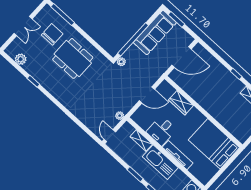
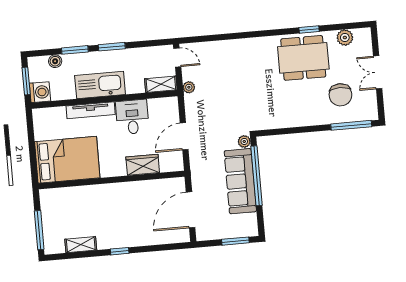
sofa: (155, 32) -> (240, 181), moved
dining table: (73, 58) -> (303, 58), moved
shelving: (141, 140) -> (161, 84), moved

